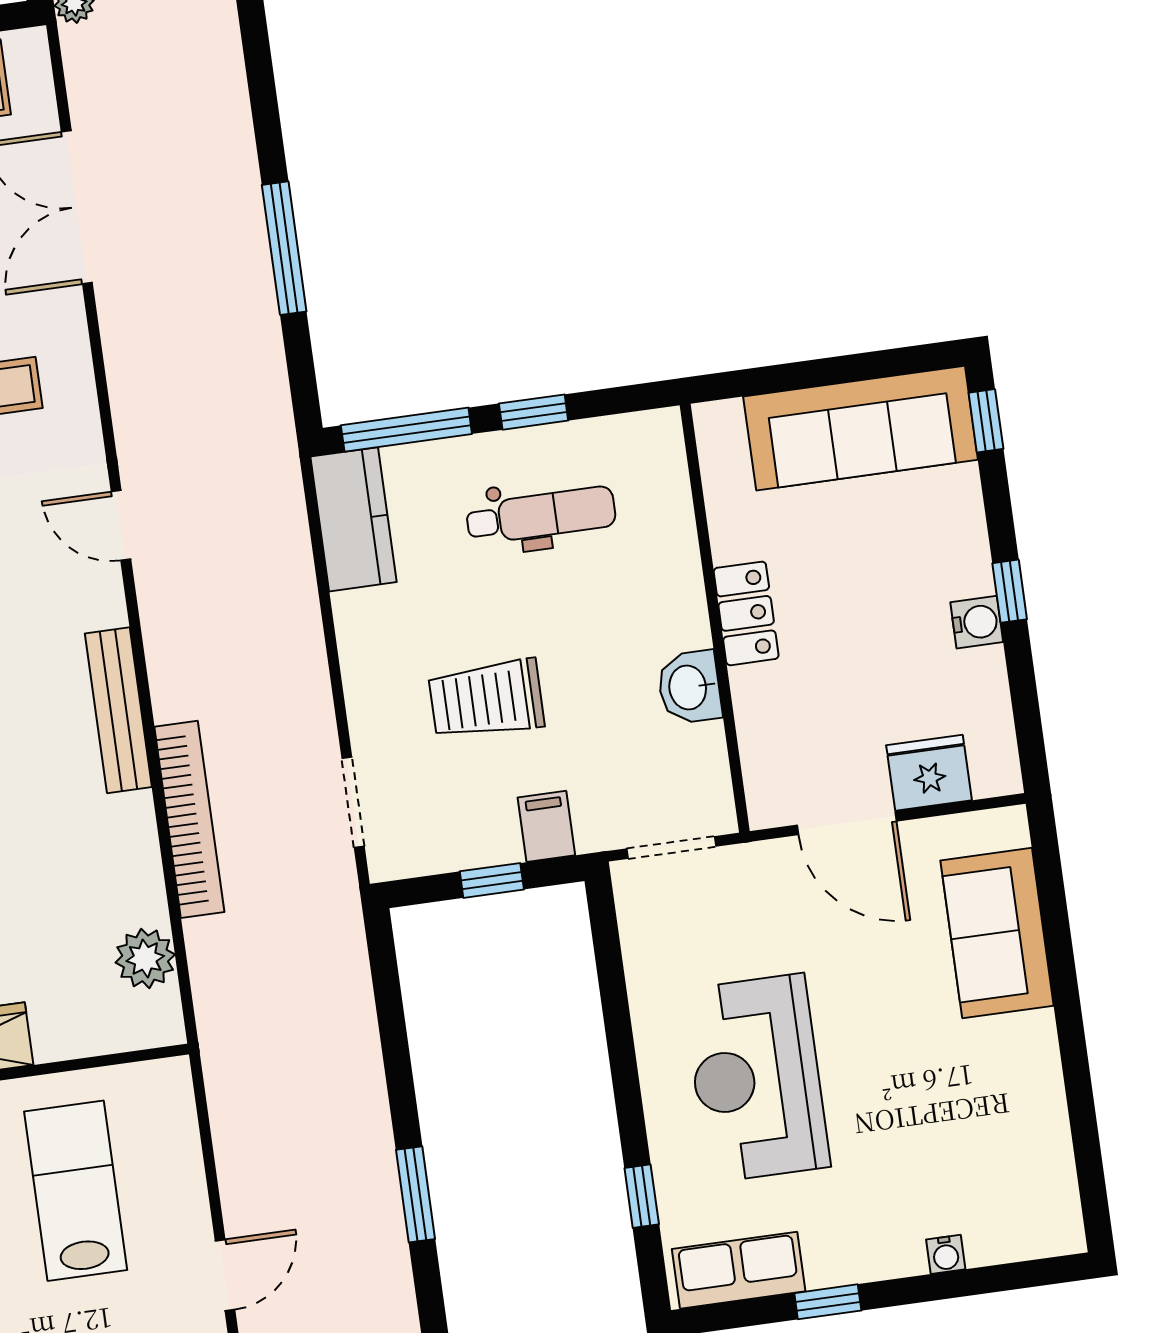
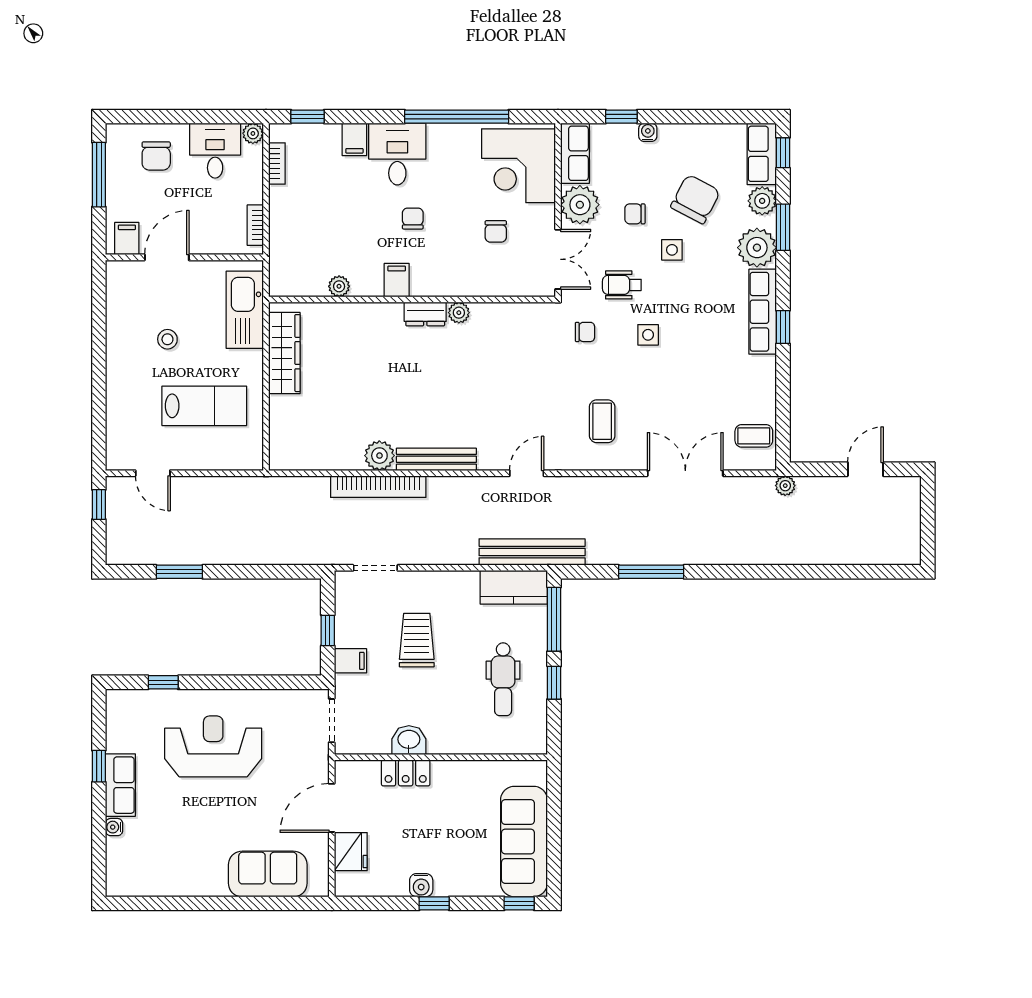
bench: (278, 493) -> (532, 552), added
locker: (746, 613) -> (406, 773), moved
plant: (145, 958) -> (379, 456), moved
row of seats: (739, 1270) -> (120, 785), moved

